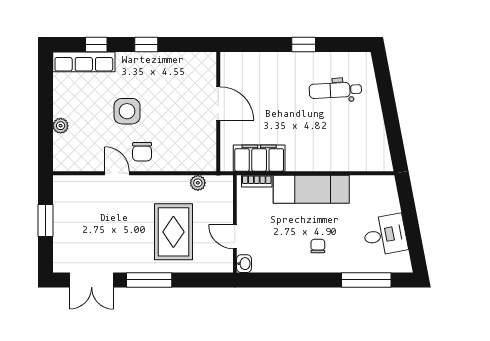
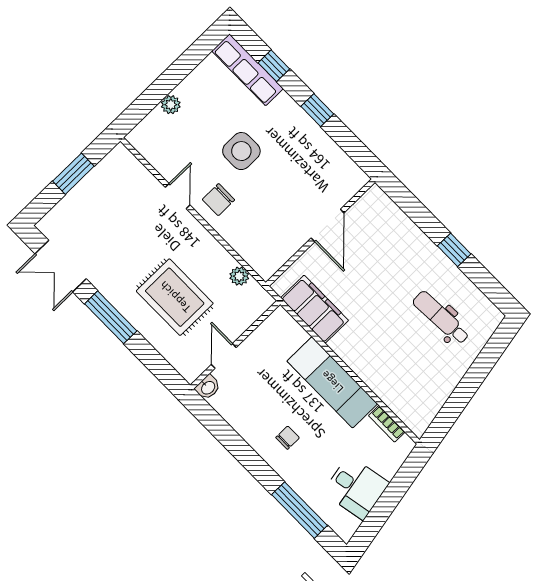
bookcase: (257, 181) -> (387, 424), moved
rug: (173, 232) -> (175, 297), turned 90

